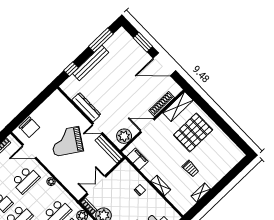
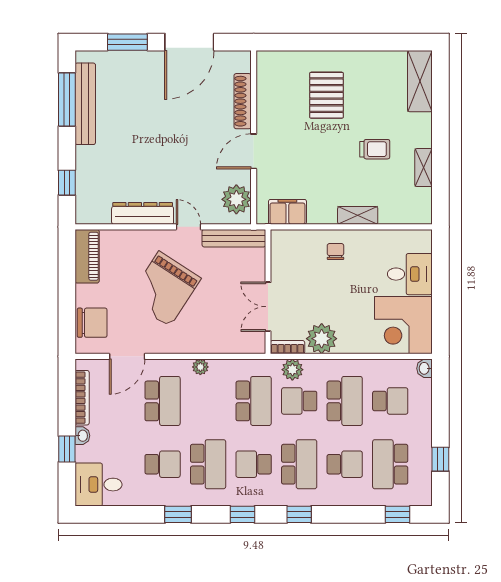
bench: (91, 63) -> (85, 104), moved
piano: (51, 102) -> (87, 256), added
shelving: (178, 106) -> (420, 81), moved
door: (97, 128) -> (188, 227), swing flipped
pallet: (193, 132) -> (326, 95), width x0.73, depth x0.71

